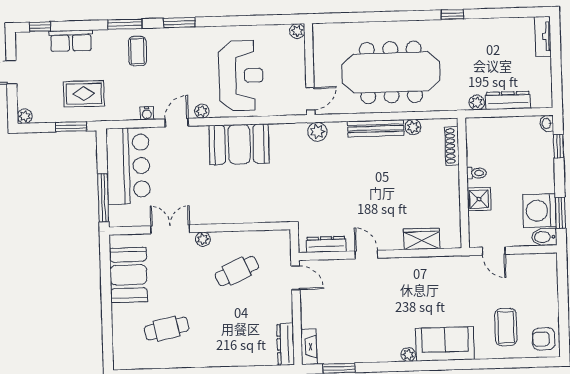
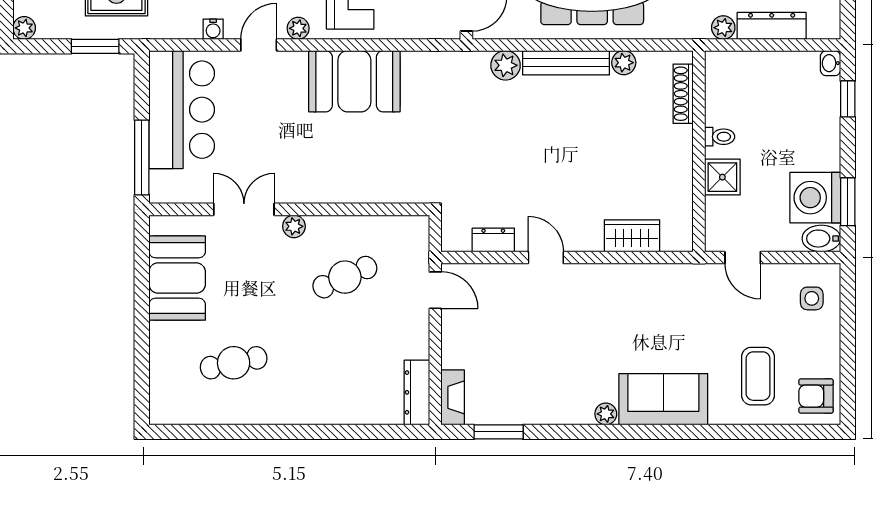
plant: (317, 132) -> (506, 65), moved
dresser: (326, 244) -> (493, 240), width x0.70
side table: (539, 276) -> (812, 298), added

